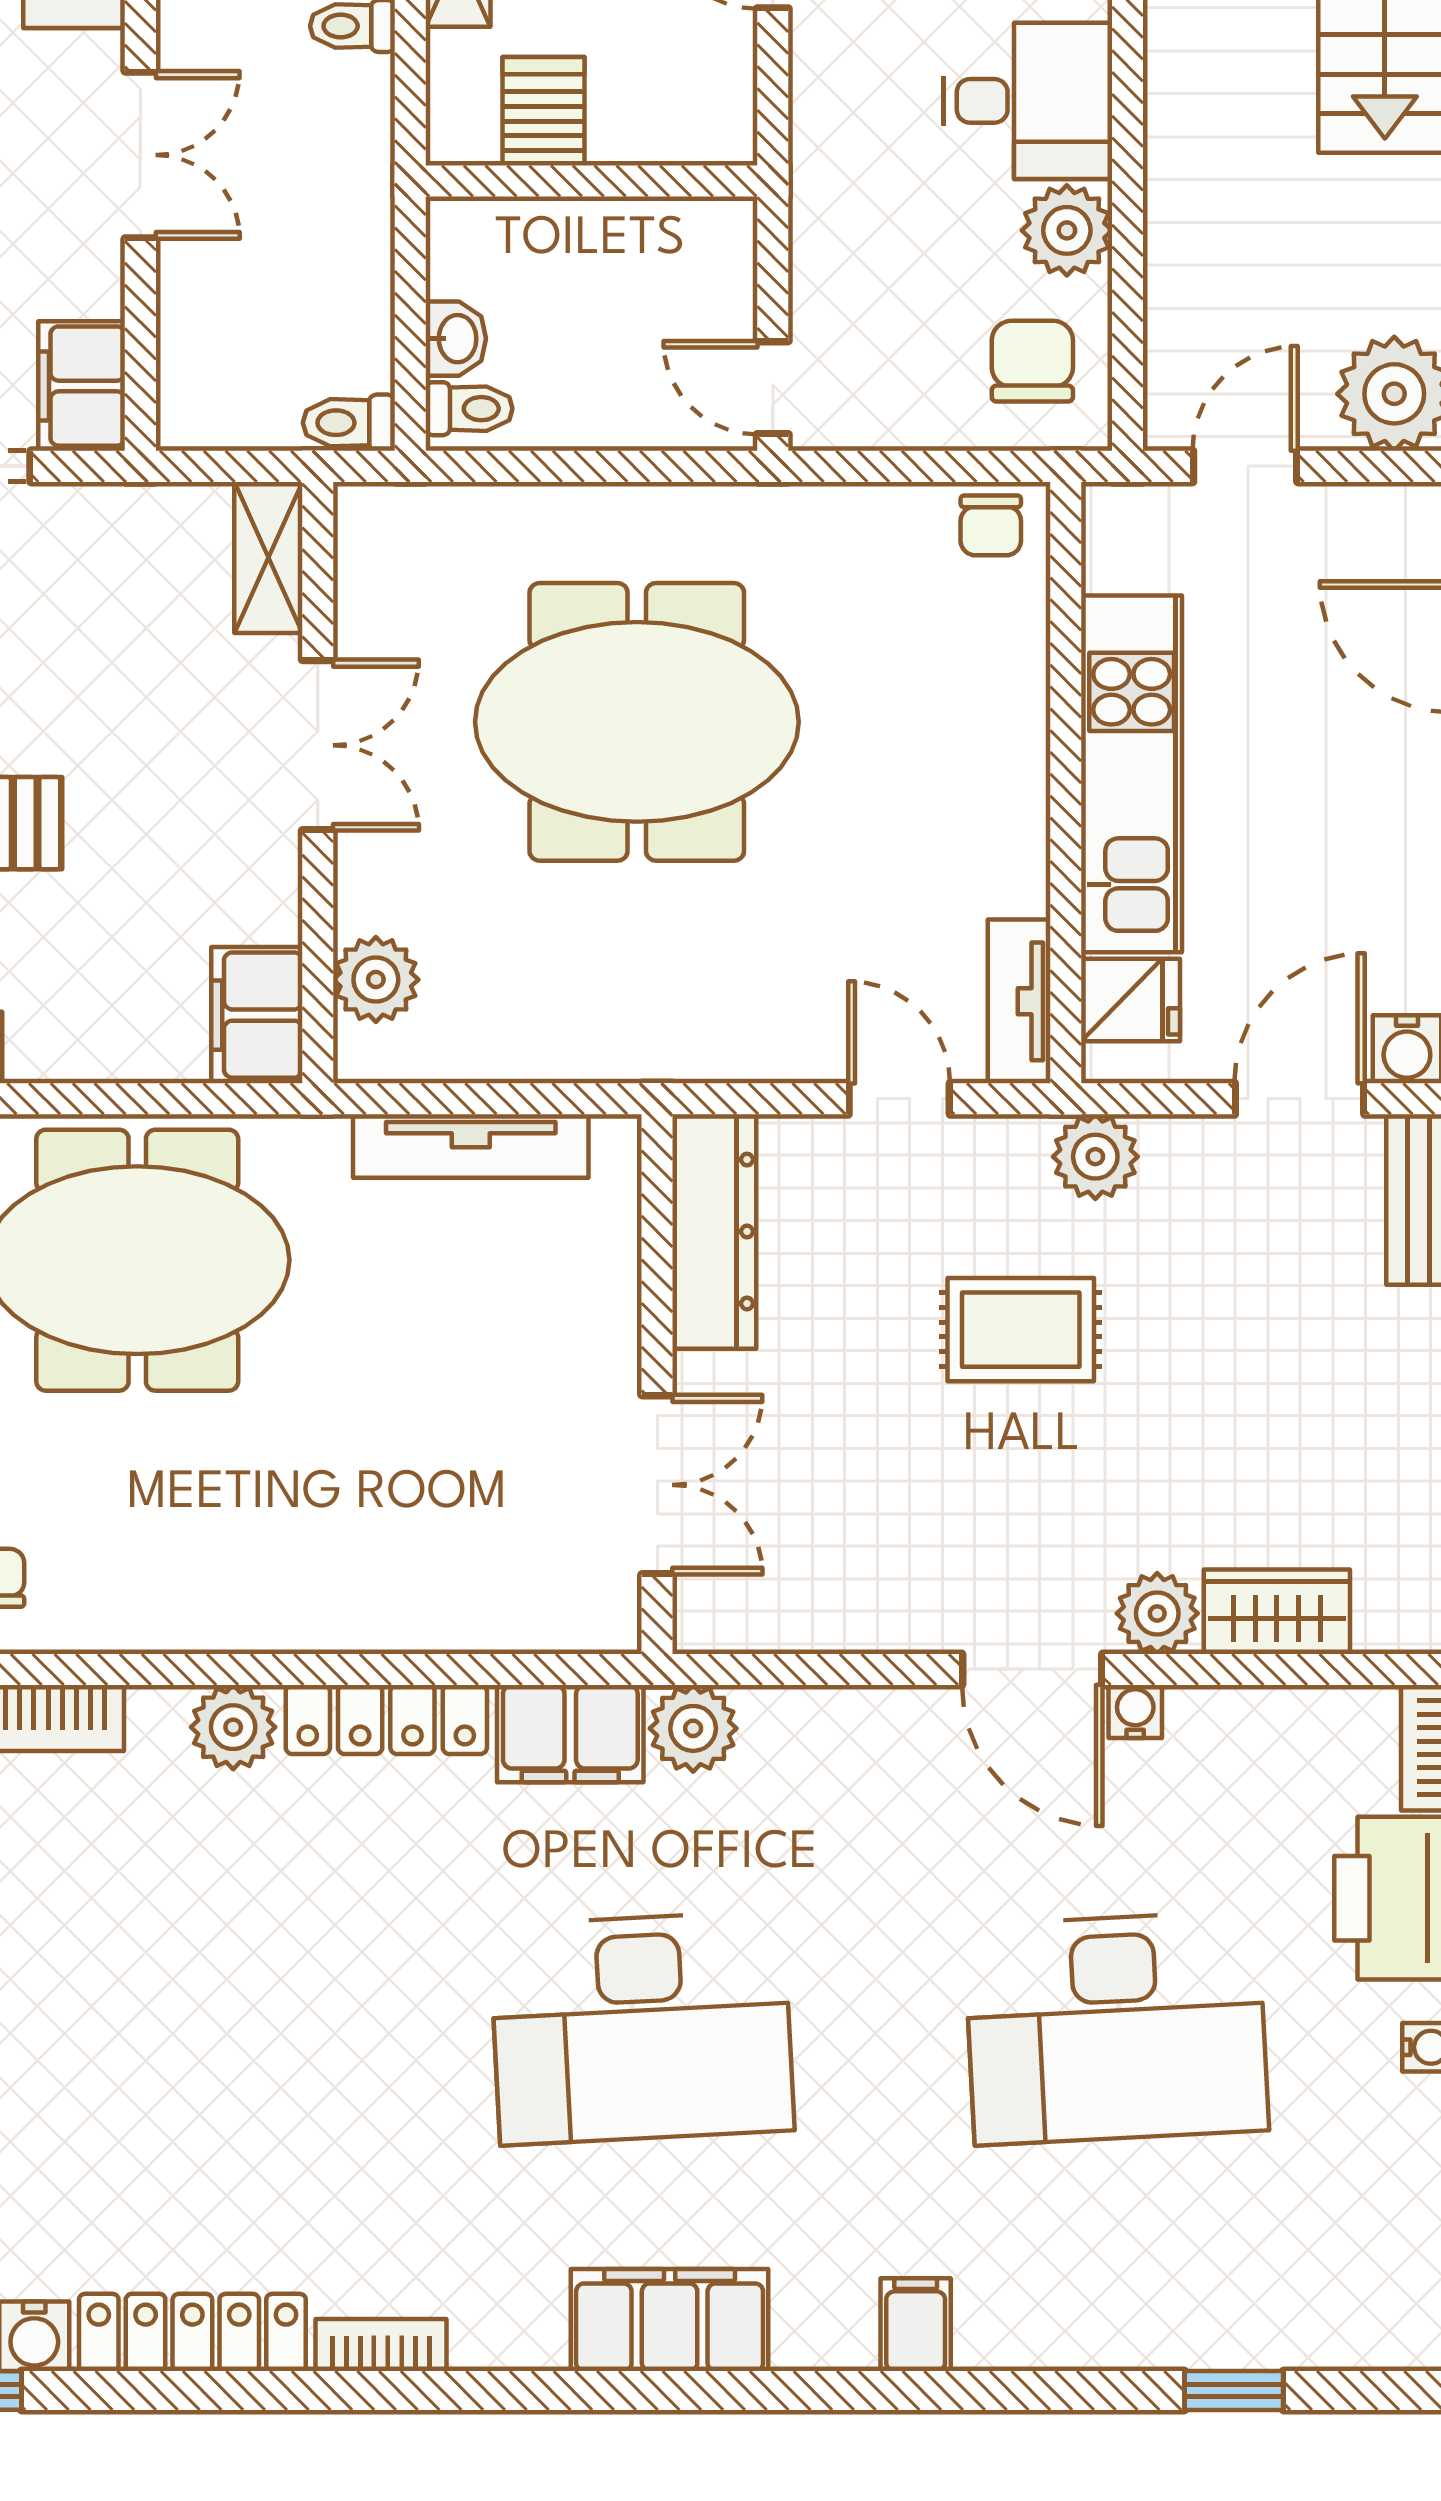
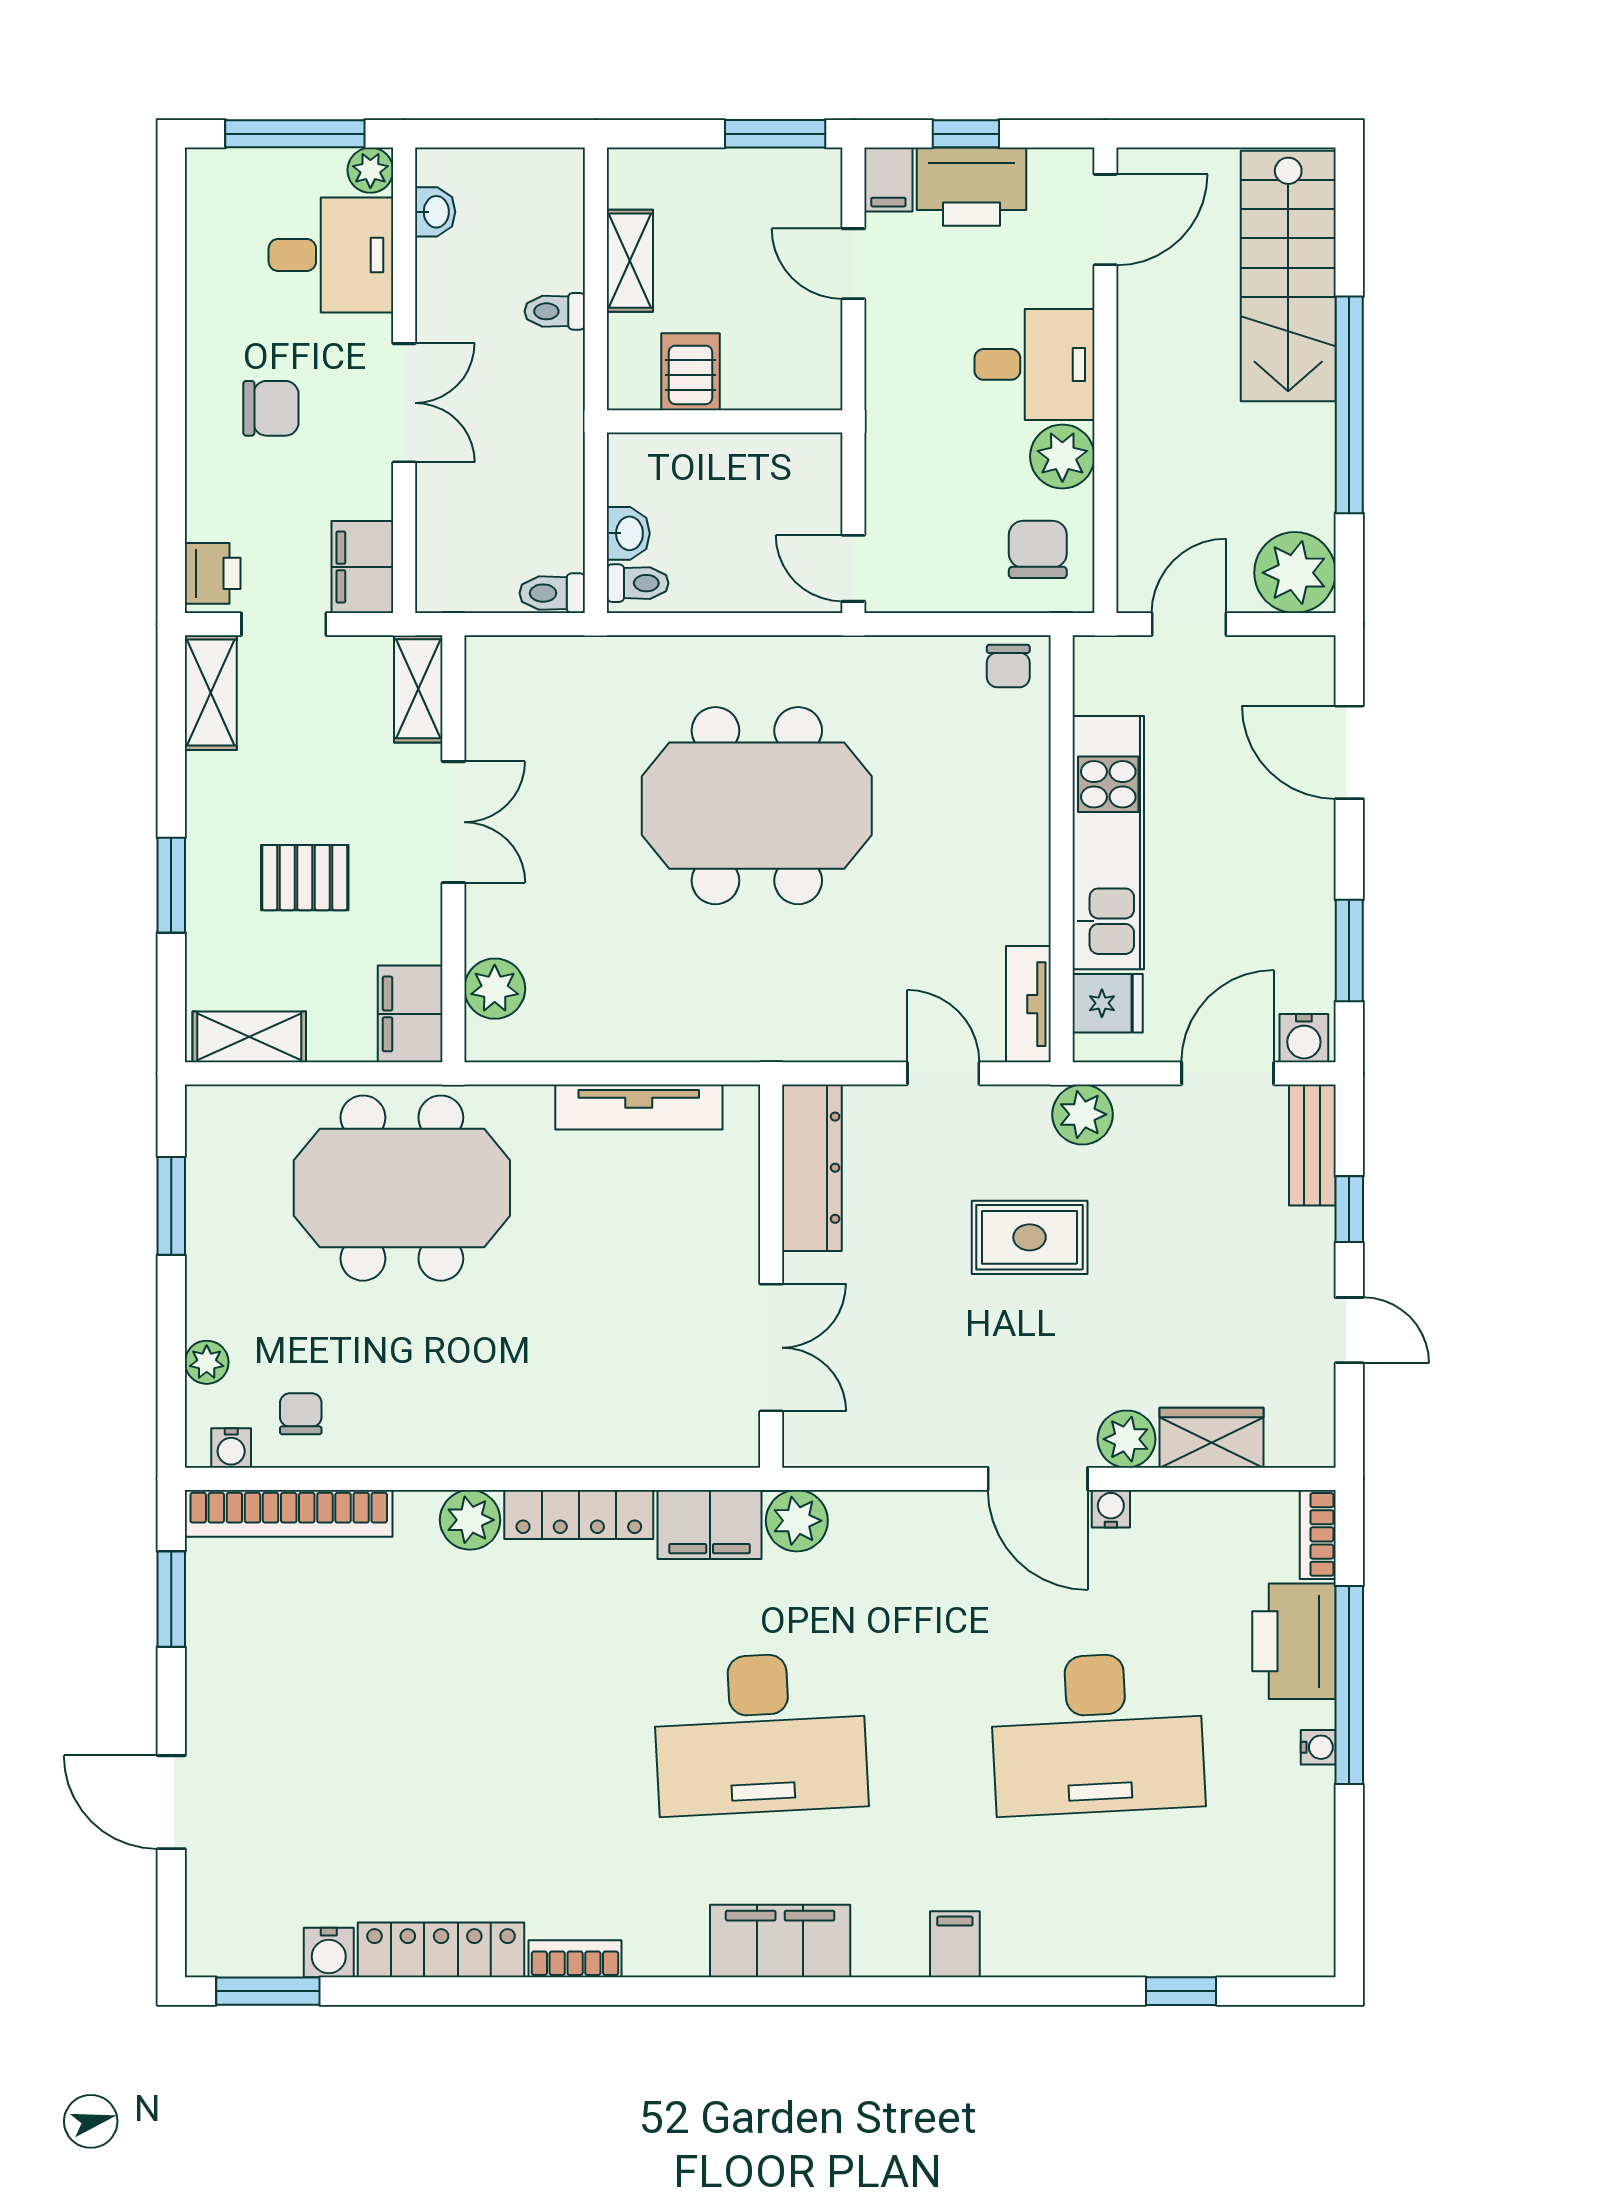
shelving: (268, 557) -> (418, 689), moved
double door: (318, 745) -> (453, 822), moved
wall: (318, 783) -> (453, 849), moved
plant: (376, 980) -> (495, 989), moved
filing cabinet: (257, 1015) -> (410, 1014), moved

